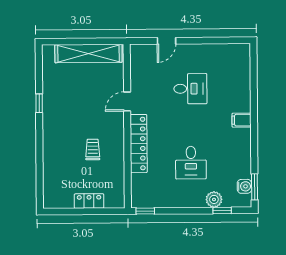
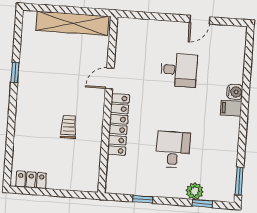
door: (167, 41) -> (200, 20), moved
desk: (191, 163) -> (173, 150), turned 180
water cooler: (244, 186) -> (235, 92), moved
locker: (89, 201) -> (31, 180), moved
window: (145, 211) -> (143, 199), moved

